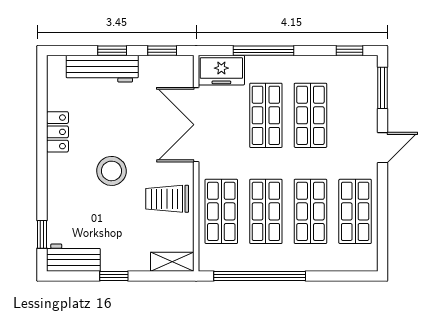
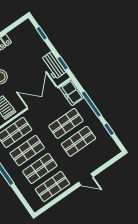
window: (112, 51) -> (42, 33), moved
window: (350, 51) -> (109, 129), moved
workbench: (102, 69) -> (53, 65), moved, width x0.73
window: (383, 88) -> (110, 163), removed

